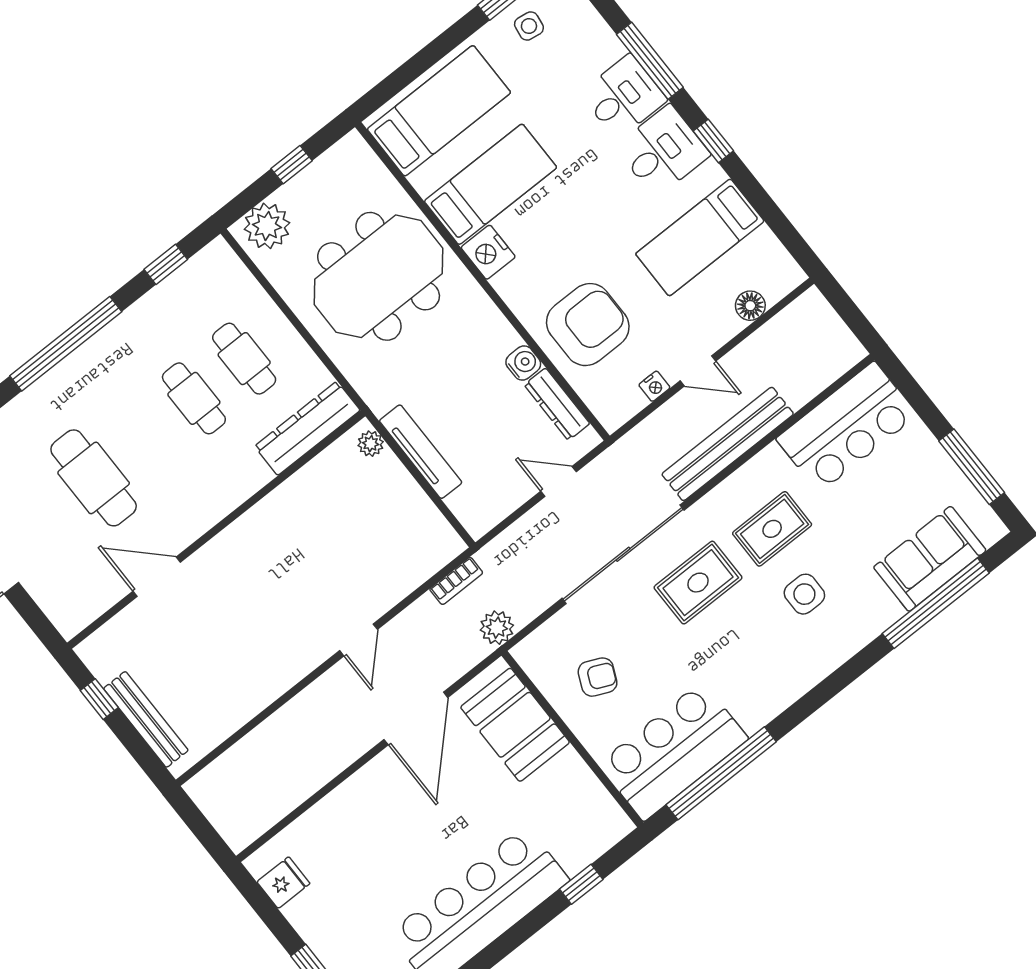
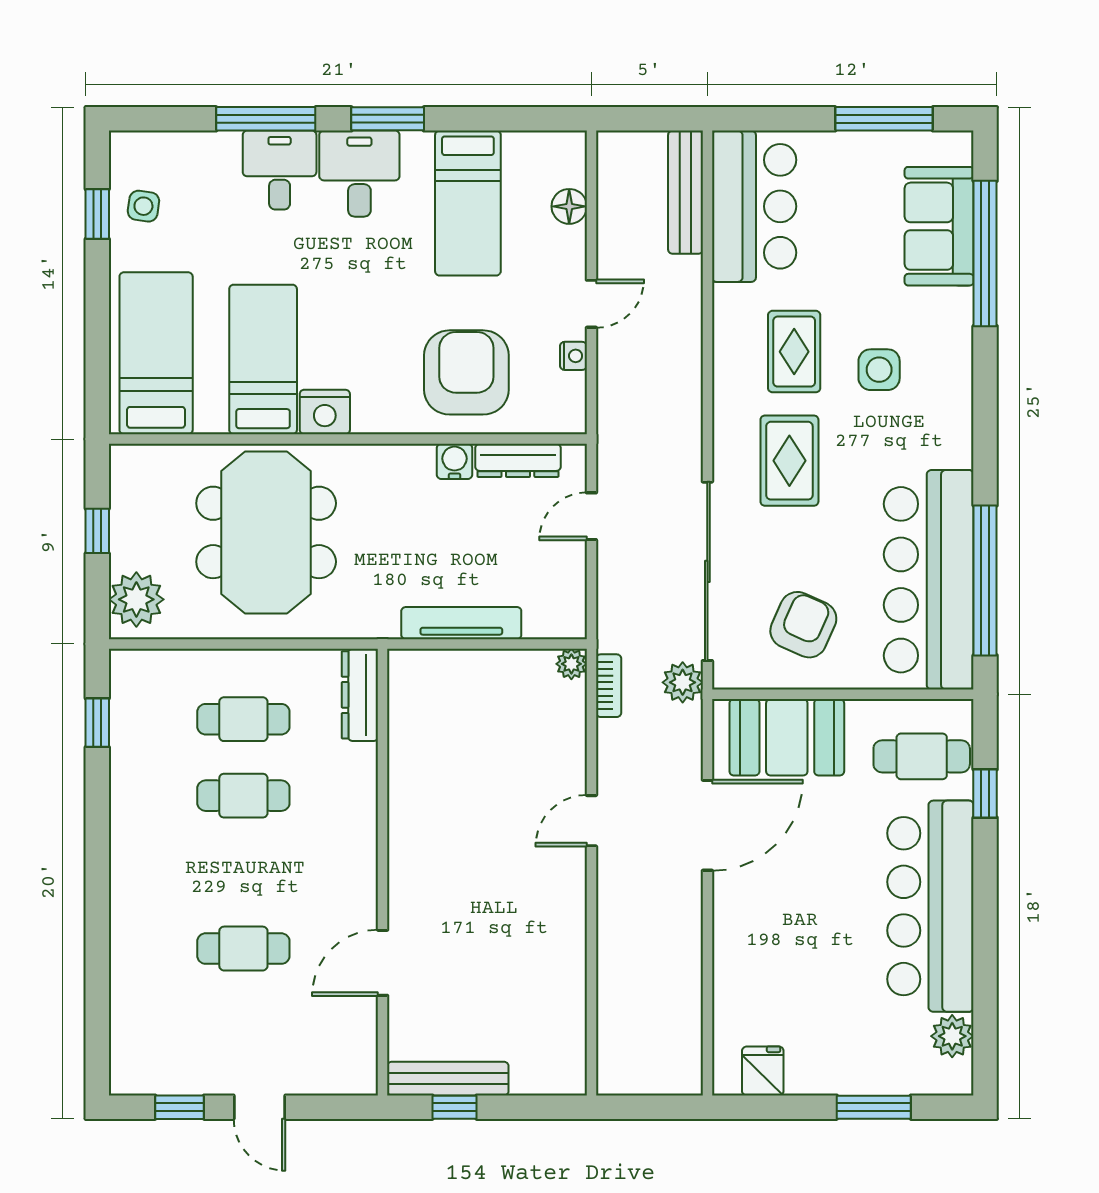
window: (713, 141) -> (388, 119), width x1.50
window: (66, 344) -> (97, 875), removed
dresser: (307, 428) -> (360, 695), width x0.73, depth x0.80
plant: (371, 444) -> (571, 664), moved
bench: (728, 444) -> (685, 192), moved, width x0.73, depth x0.82
cafe table: (94, 478) -> (243, 949), width x0.73, depth x0.74
sliding door: (623, 554) -> (707, 571), moved
door: (359, 640) -> (591, 821), swing flipped
armchair: (598, 677) -> (803, 625), width x1.38, depth x1.38
door: (416, 718) -> (707, 825), hinge flipped
bench: (146, 719) -> (448, 1079), moved
bar counter: (673, 751) -> (929, 580), width x1.36
cafe table: (573, 823) -> (922, 756), added

